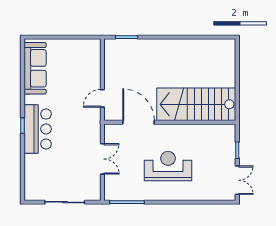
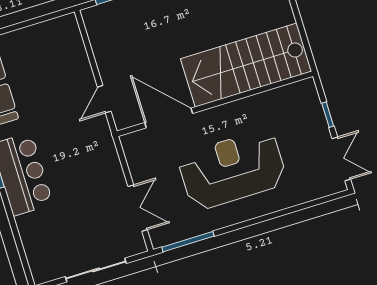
double door: (102, 159) -> (138, 208), moved
reception desk: (168, 166) -> (232, 170), width x1.36, depth x1.30

